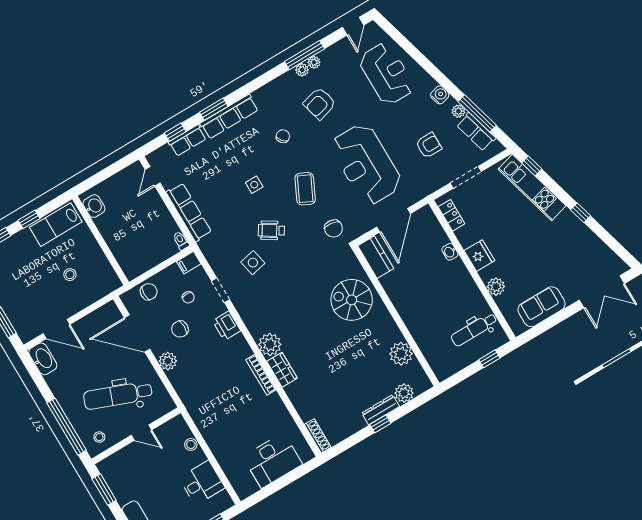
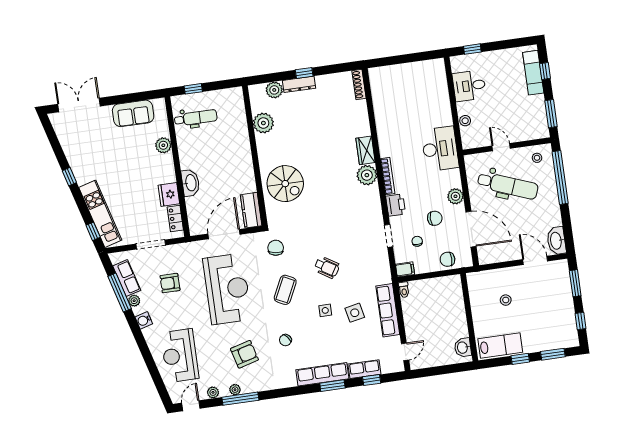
plant: (302, 70) -> (213, 392), moved
washbasin: (450, 252) -> (190, 183), width x1.91, depth x1.45
fridge: (479, 256) -> (169, 194), moved
side table: (253, 263) -> (355, 313), moved
bookcase: (261, 375) -> (388, 176), moved
desk: (273, 461) -> (440, 149), moved, turned 90

